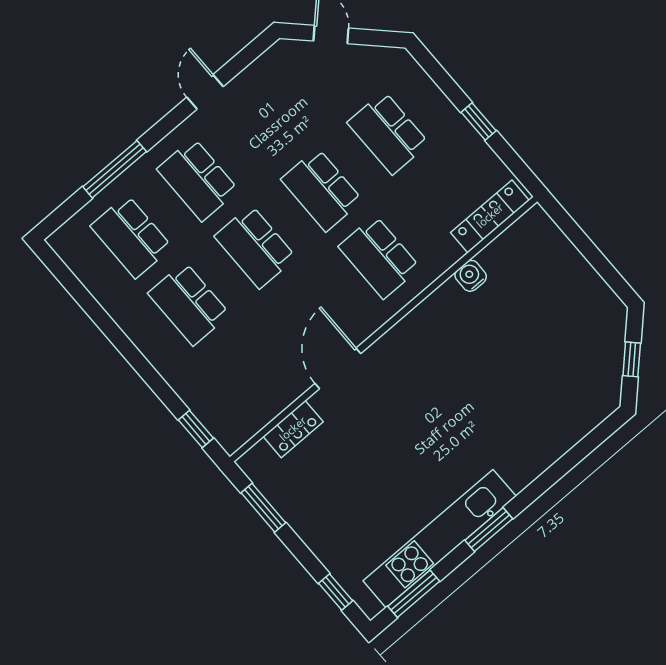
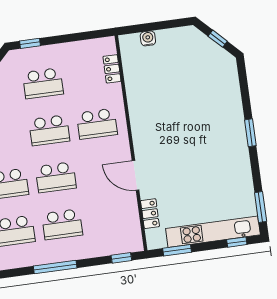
window: (479, 122) -> (30, 43), moved
locker: (490, 216) -> (112, 69), width x0.66
water cooler: (471, 276) -> (148, 38), moved, turned 90
window: (116, 335) -> (55, 267), added
window: (489, 529) -> (250, 133), moved
kitchen unit: (440, 539) -> (213, 232), moved, turned 90

